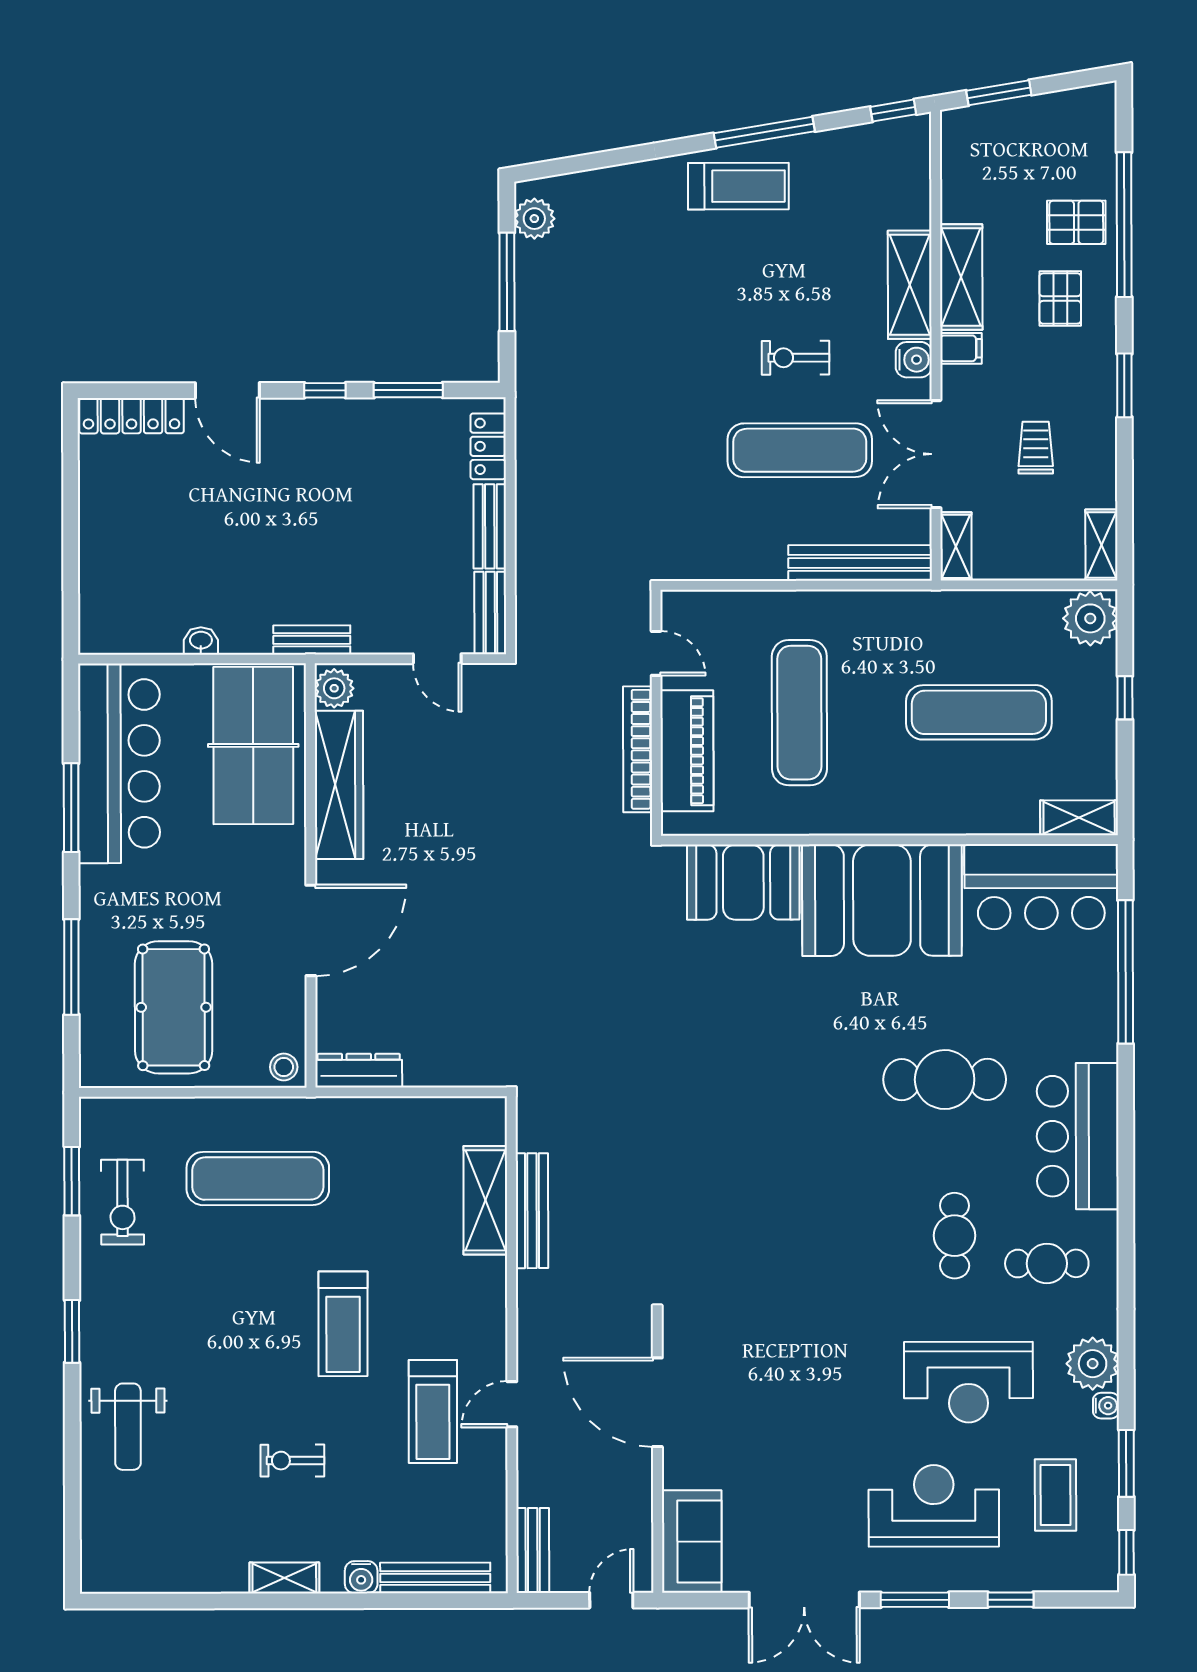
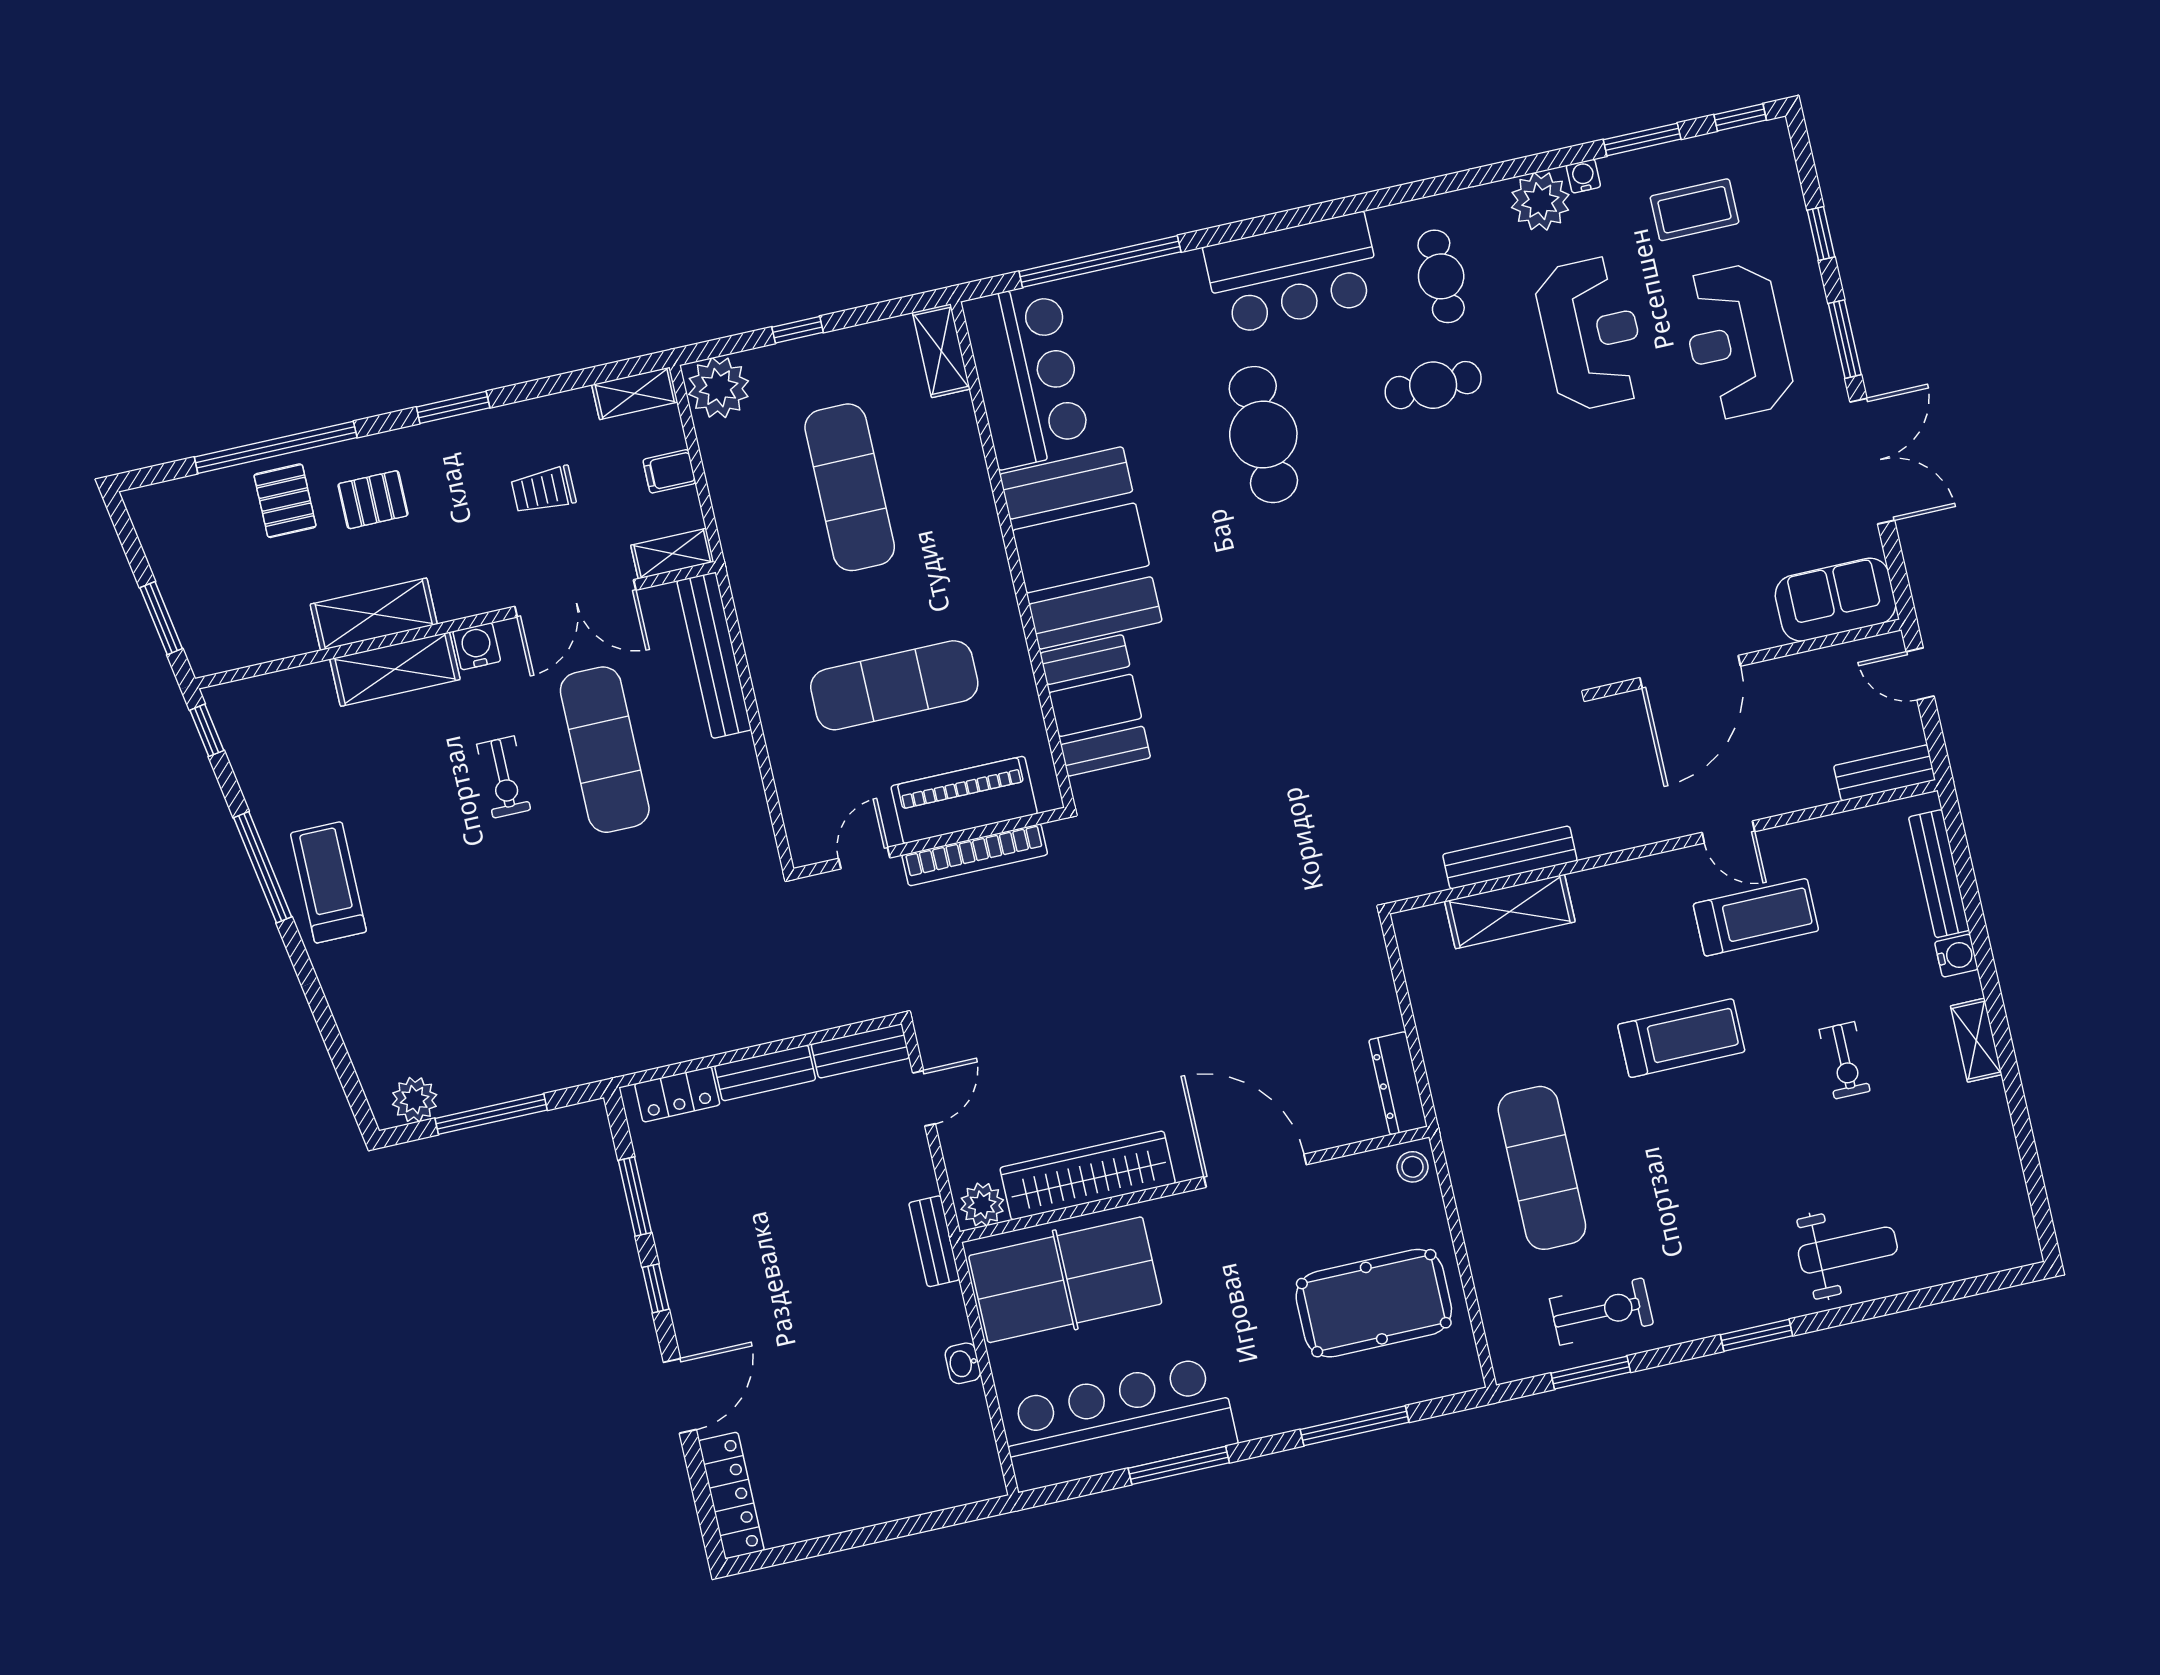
filing cabinet: (961, 348) -> (669, 471), moved, turned -90

